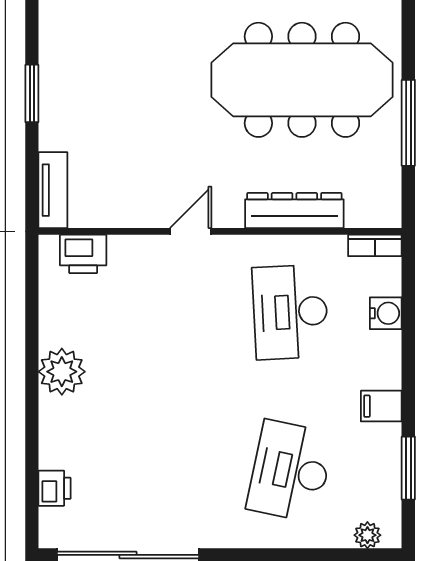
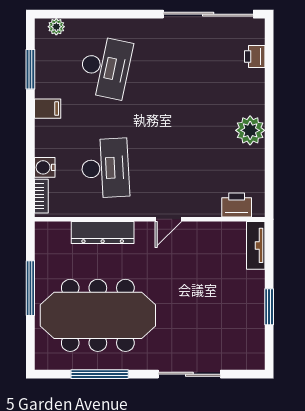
bookcase: (375, 245) -> (41, 196), moved, turned 90

